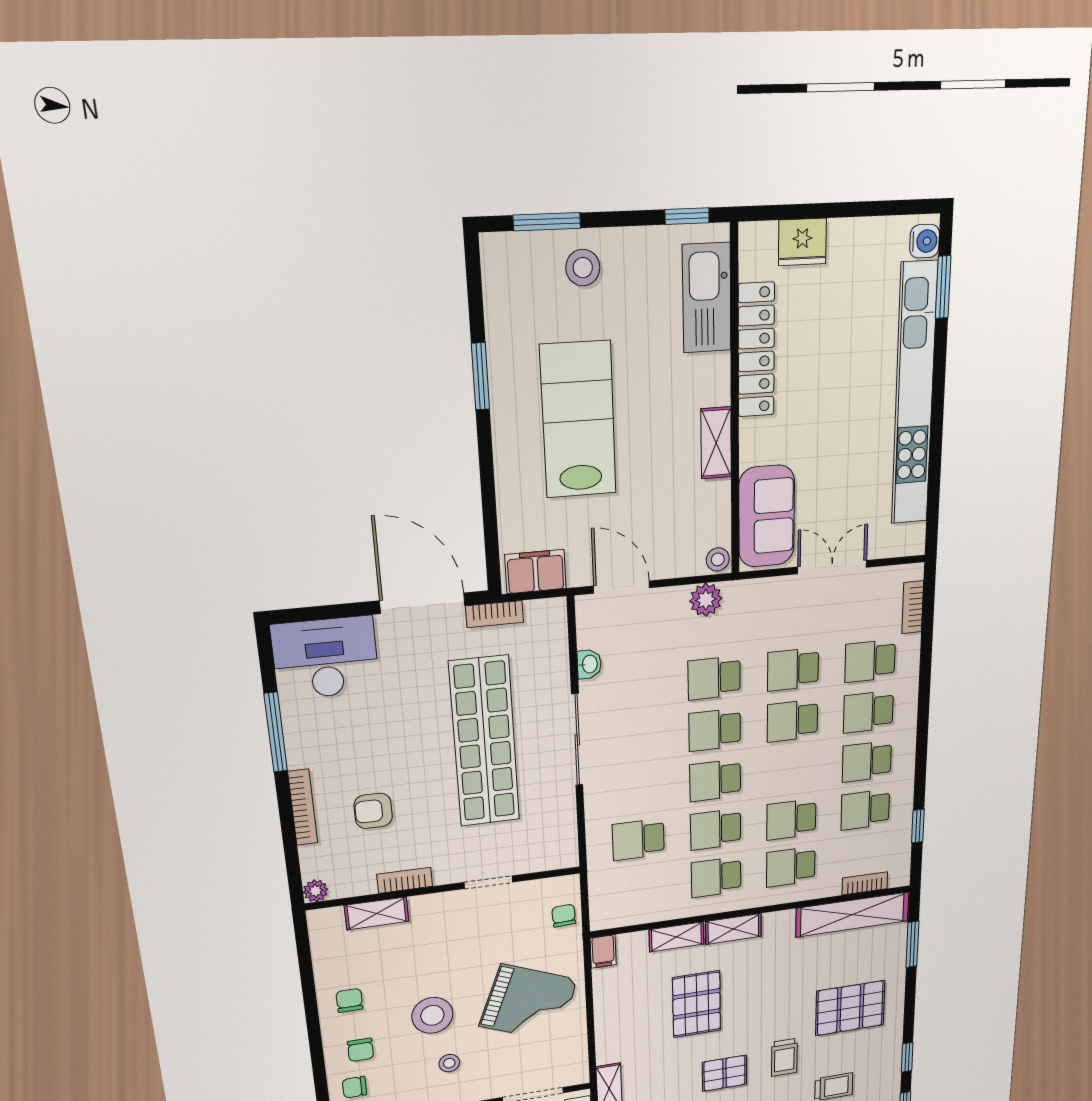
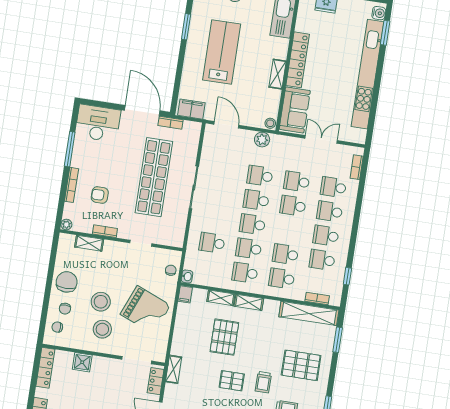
locker: (756, 350) -> (298, 60), moved
washbasin: (589, 664) -> (187, 276), moved
chair: (349, 1000) -> (67, 282), width x1.87, depth x1.87
stool: (449, 1063) -> (102, 329), width x1.89, depth x1.89

